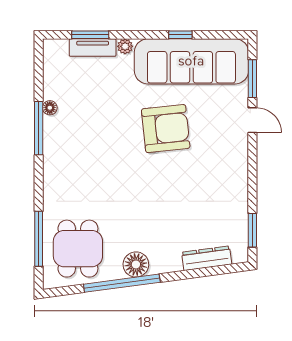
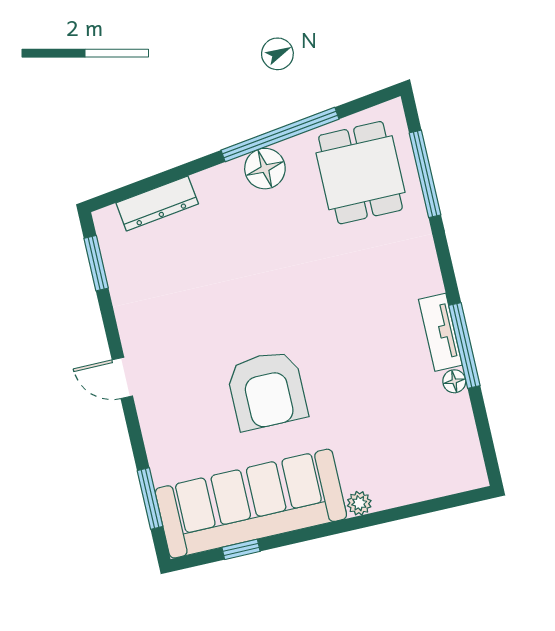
window: (90, 35) -> (417, 509), removed
window: (180, 35) -> (241, 549), moved
tv unit: (93, 48) -> (440, 332), moved, turned -90
door: (252, 120) -> (122, 378), moved
armchair: (166, 129) -> (267, 390), turned -84

